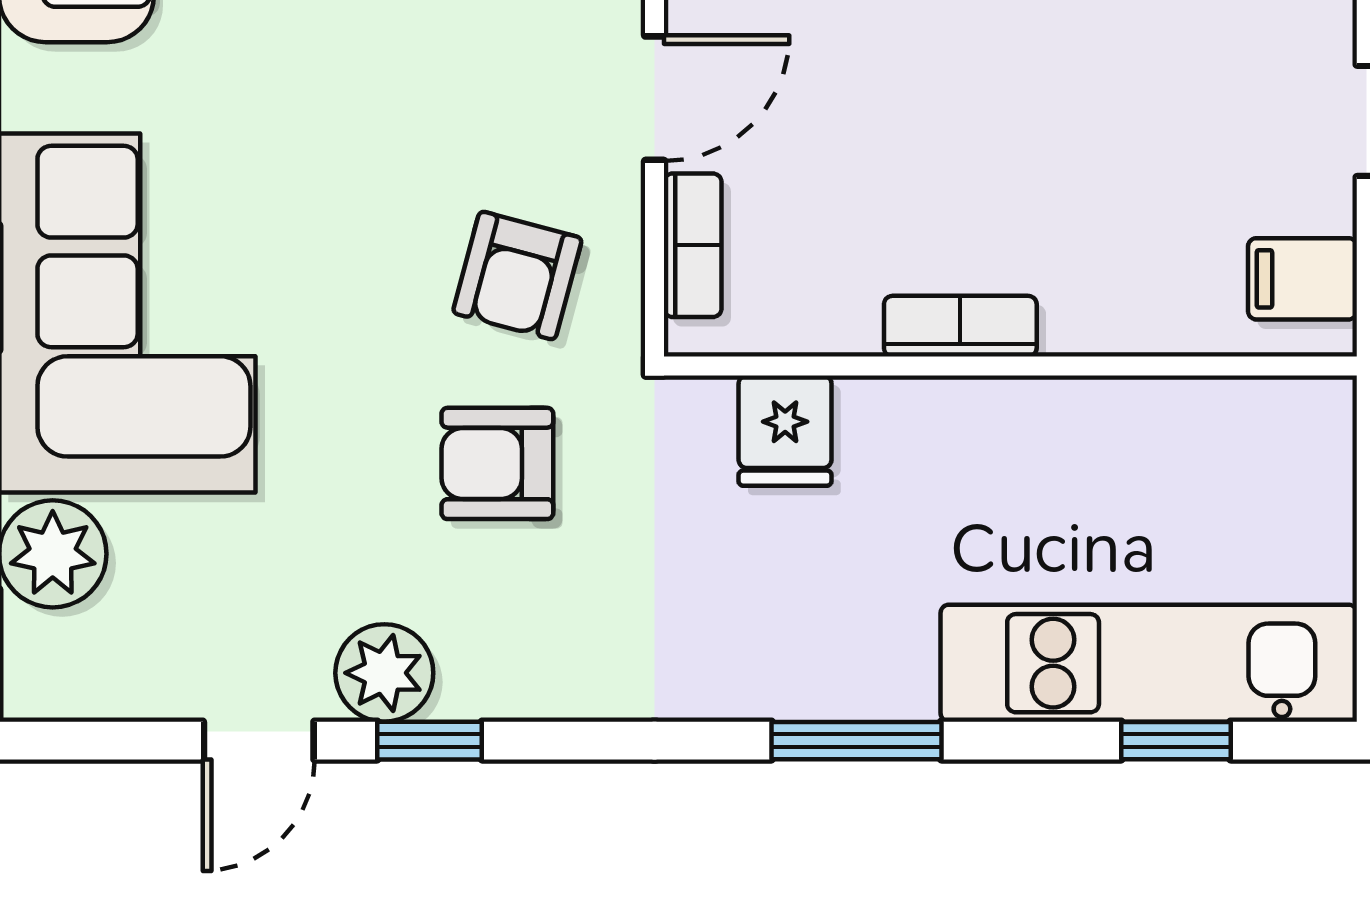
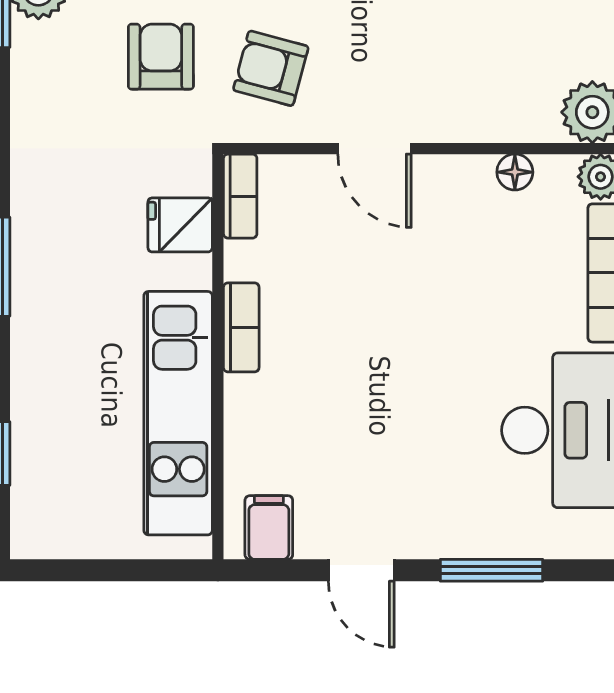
bookcase: (693, 245) -> (240, 196), moved, turned -90
kitchen unit: (1149, 663) -> (178, 413), moved, turned 180

